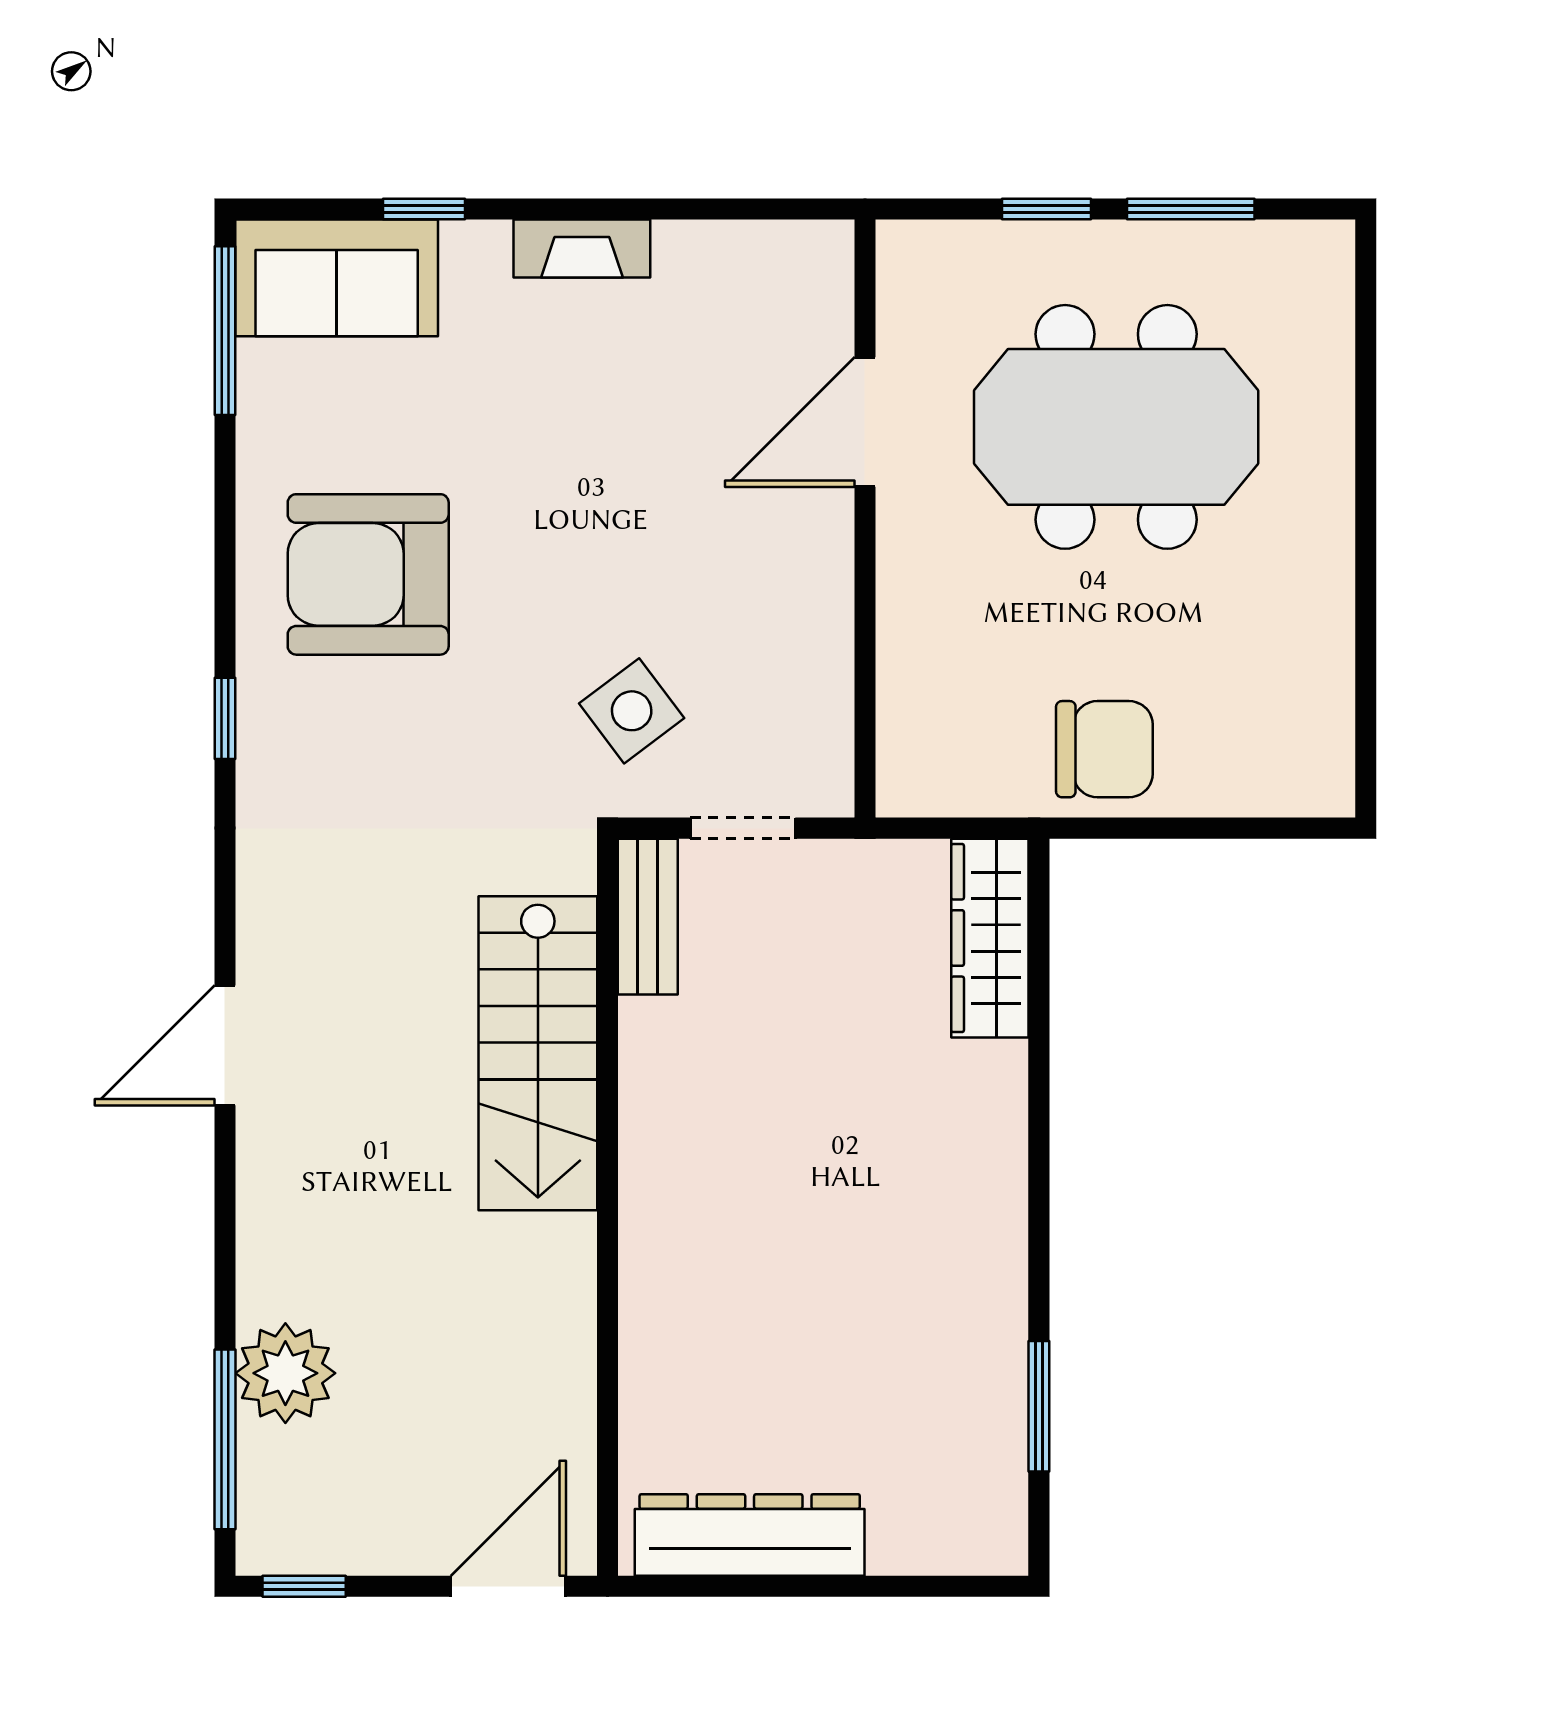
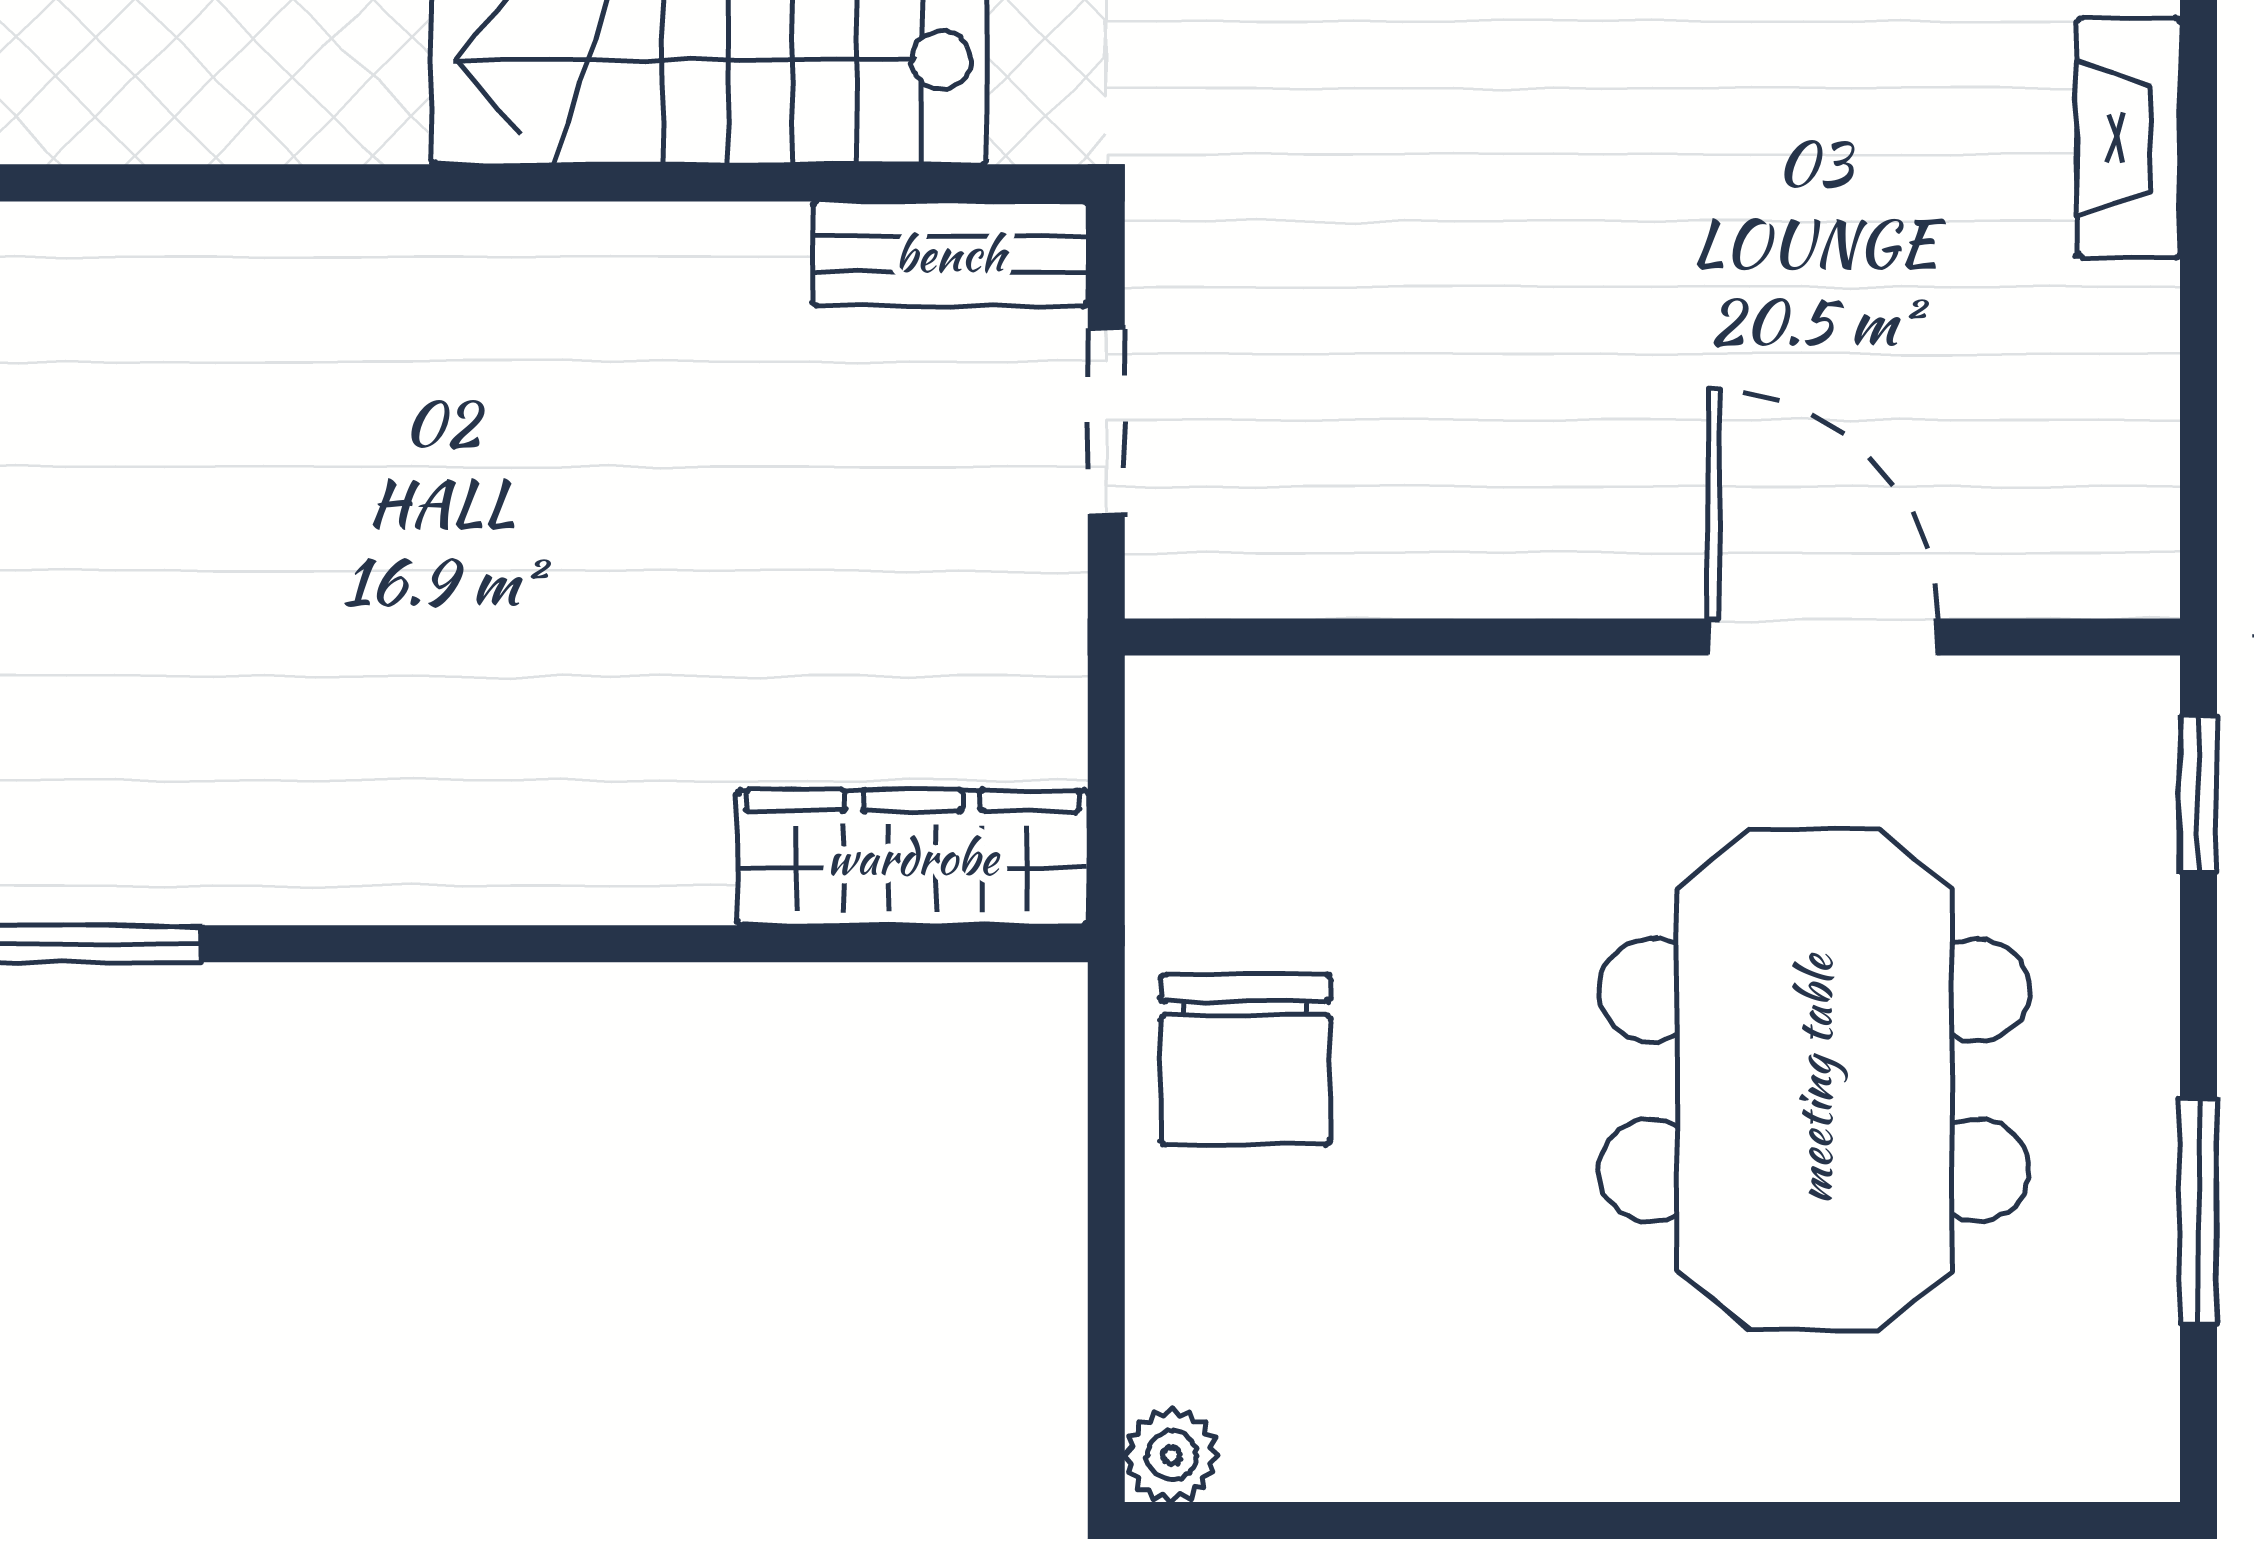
window: (1047, 209) -> (2199, 794), moved
side table: (632, 711) -> (1313, 225), removed
plant: (1329, 791) -> (1172, 1455), added

